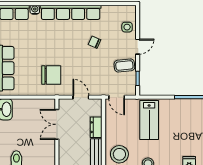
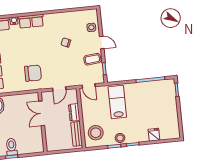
row of seats: (71, 12) -> (31, 21), width x0.50
door: (138, 47) -> (102, 43), hinge flipped
door: (81, 97) -> (59, 89), swing flipped
lab bench: (149, 120) -> (117, 102), turned 180

